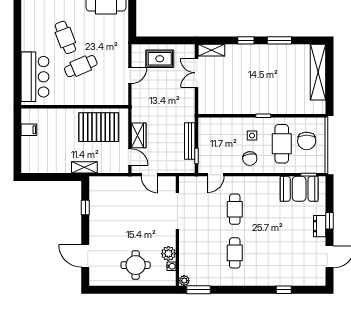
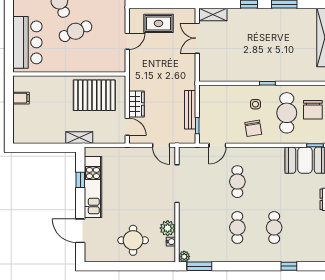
door: (149, 175) -> (161, 145), moved
kitchen unit: (97, 214) -> (93, 187), added
cafe table: (270, 253) -> (274, 228), added

